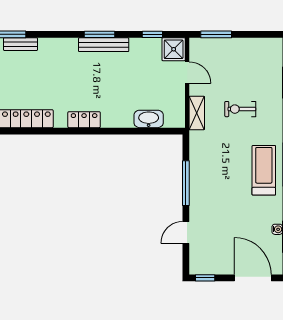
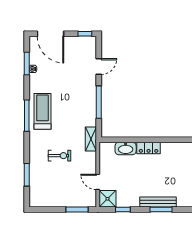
shelving: (197, 113) -> (91, 139), moved
locker: (84, 120) -> (149, 148), moved
treadmill: (264, 170) -> (42, 111), turned 180

